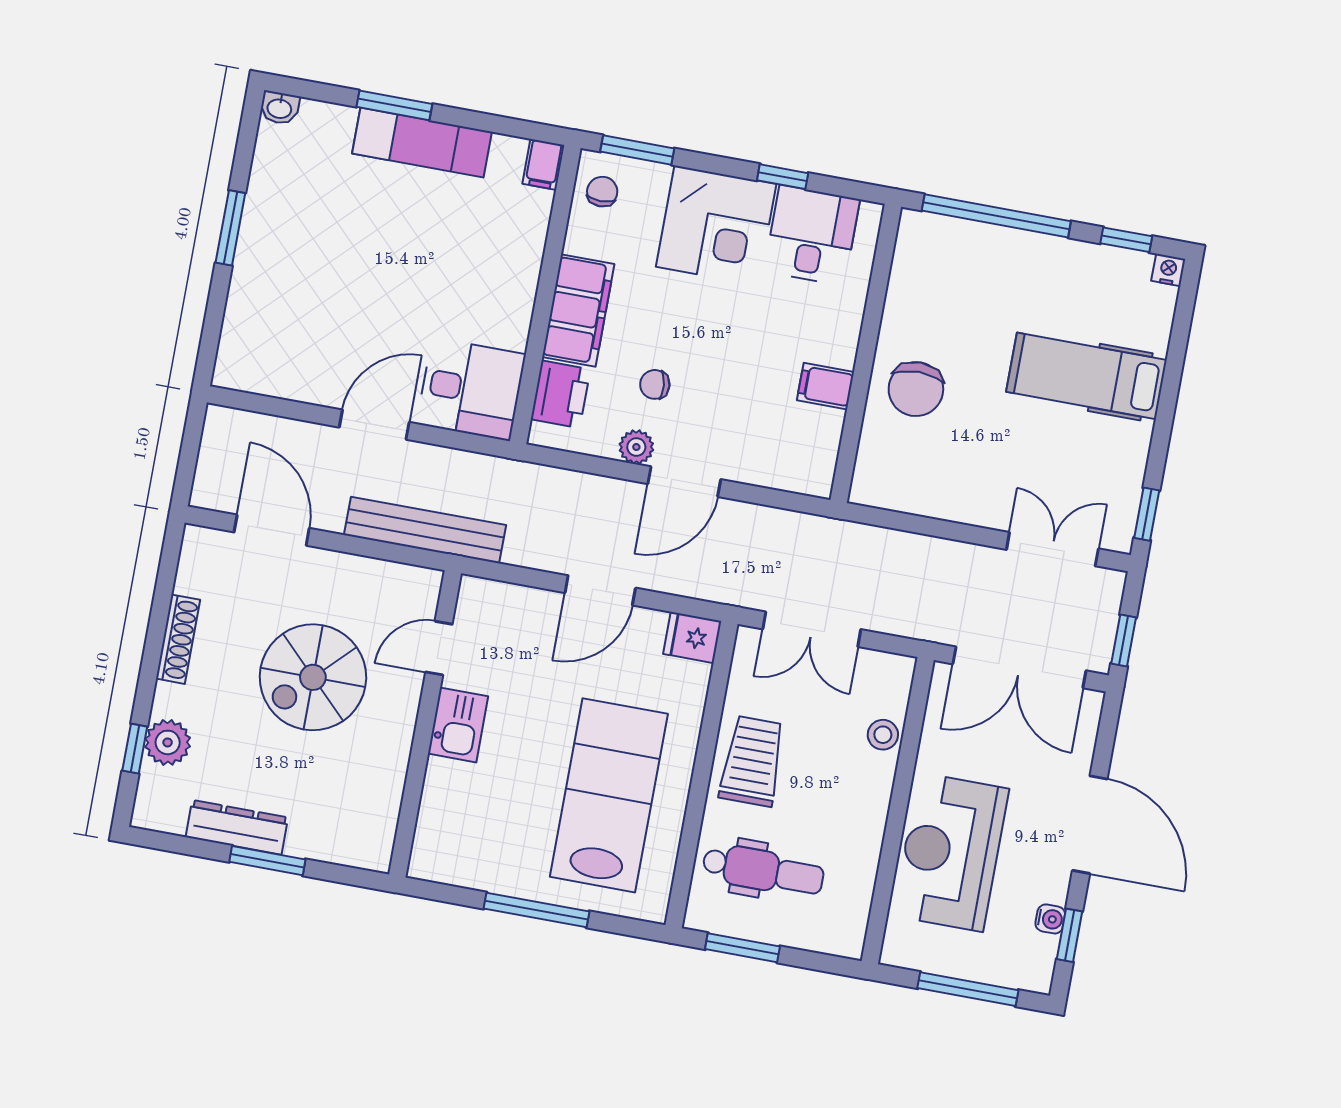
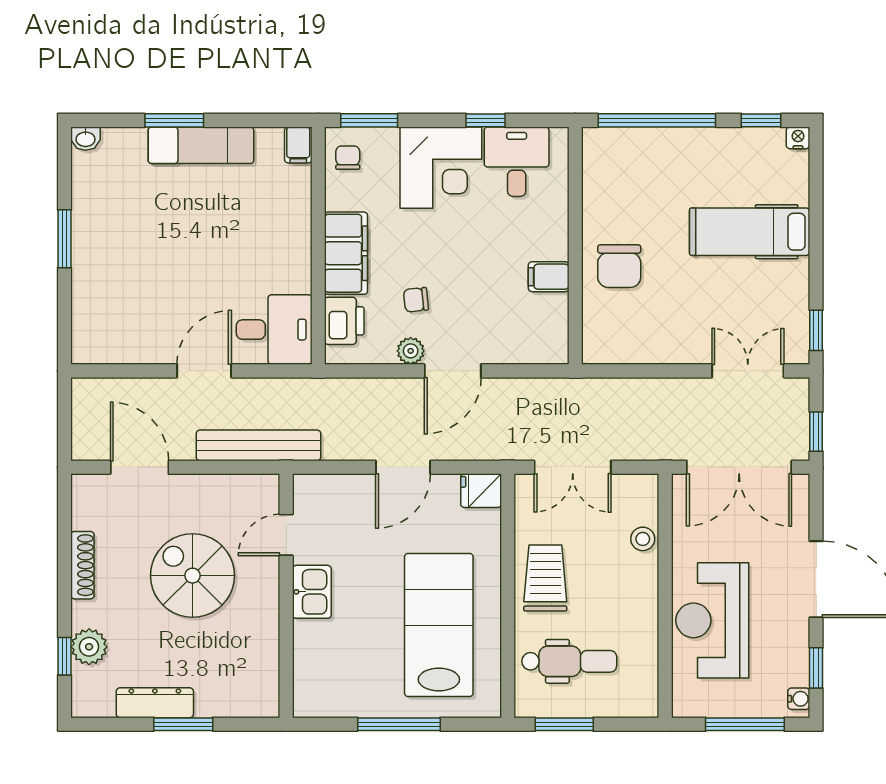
spiral stairs: (313, 677) -> (193, 576), turned 90
water cooler: (1050, 919) -> (799, 699), moved

